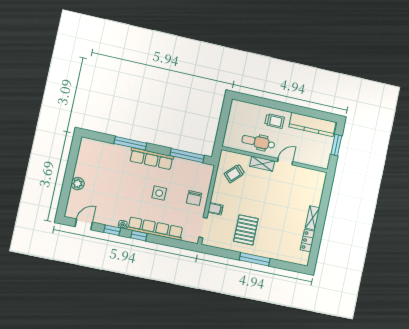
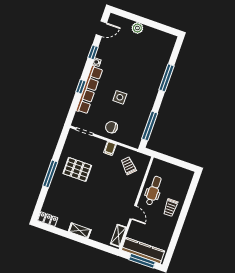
kitchen counter: (312, 125) -> (143, 251), moved, turned 90
window: (336, 145) -> (142, 261), width x1.44
row of seats: (152, 159) -> (151, 94), removed
shelving: (262, 164) -> (118, 236), moved
filing cabinet: (215, 209) -> (110, 148), moved
door: (84, 224) -> (101, 29), hinge flipped
window: (139, 236) -> (81, 87), moved
locker: (308, 241) -> (48, 219), moved

